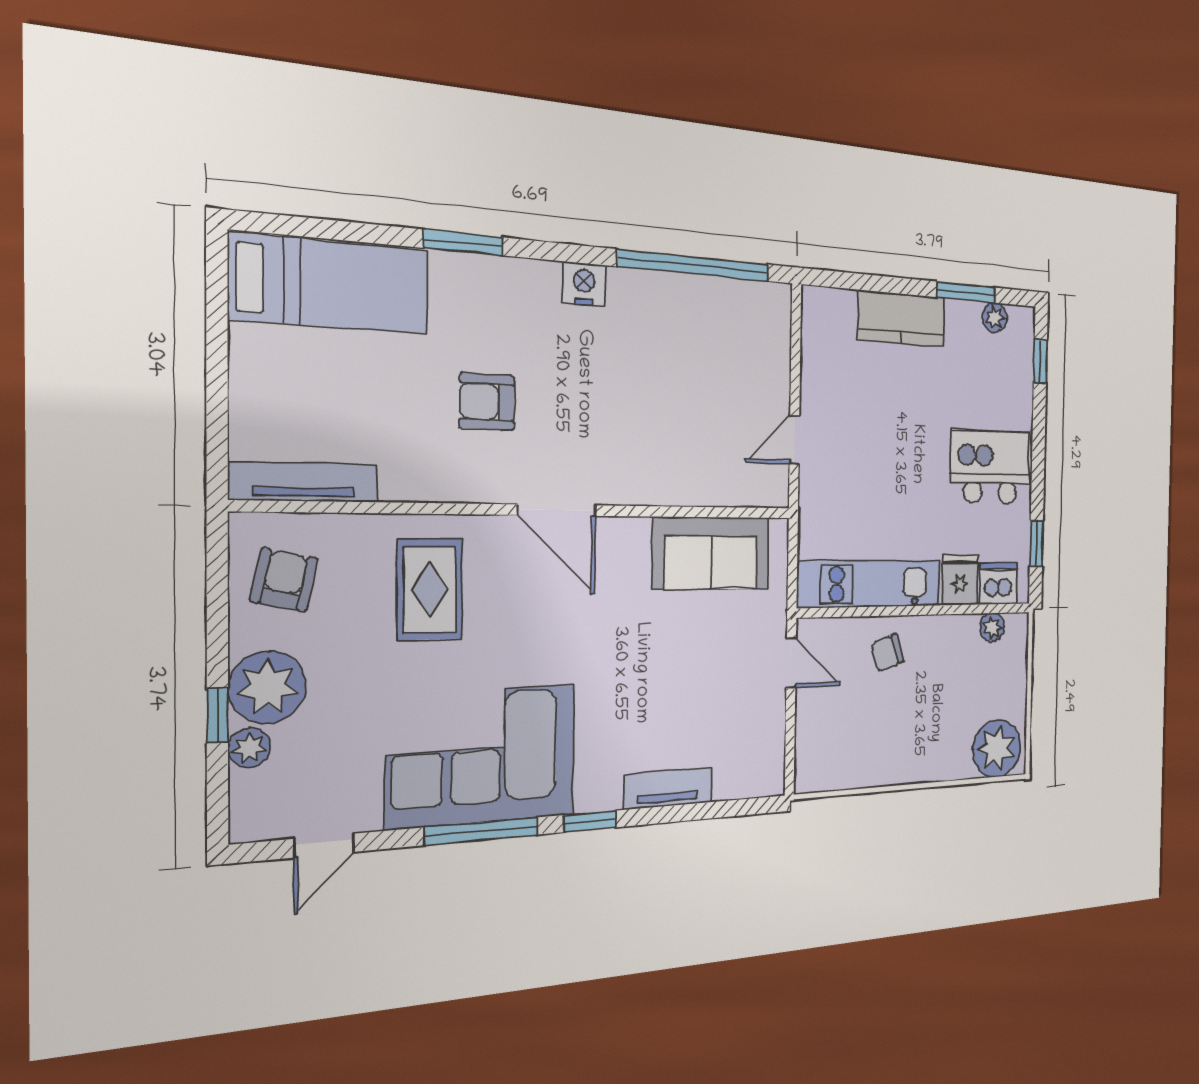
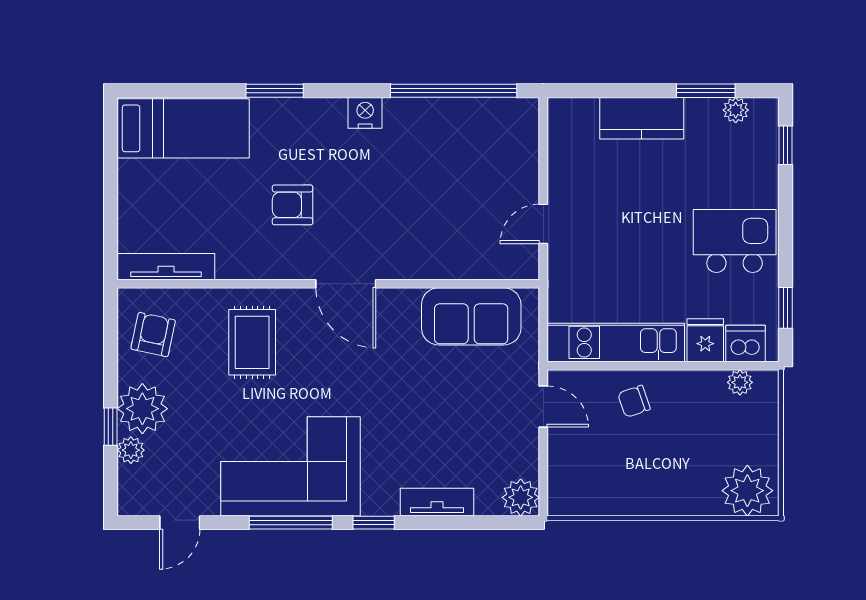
plant: (765, 775) -> (521, 497), added

